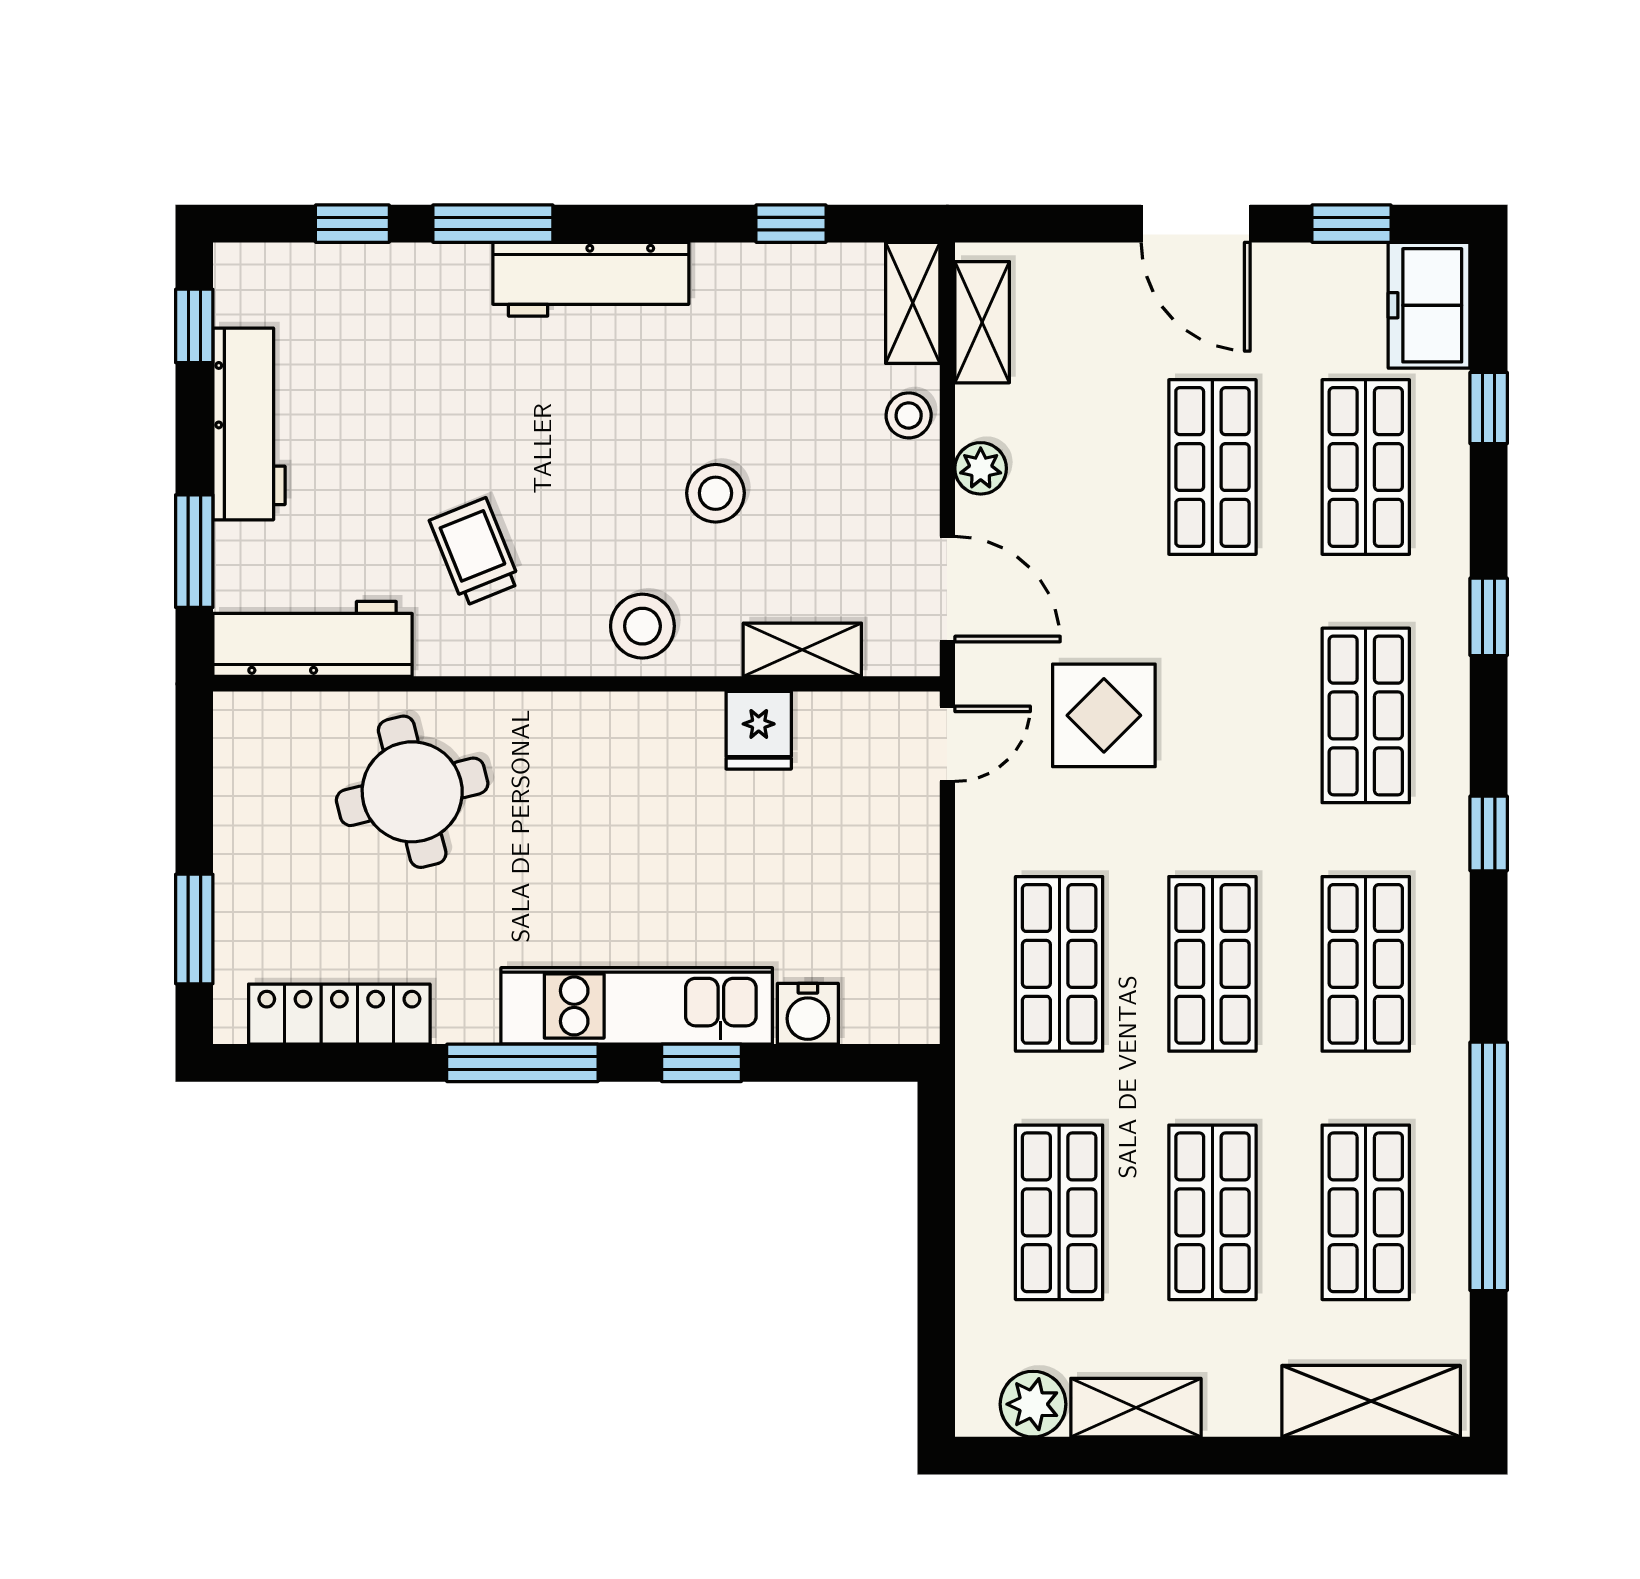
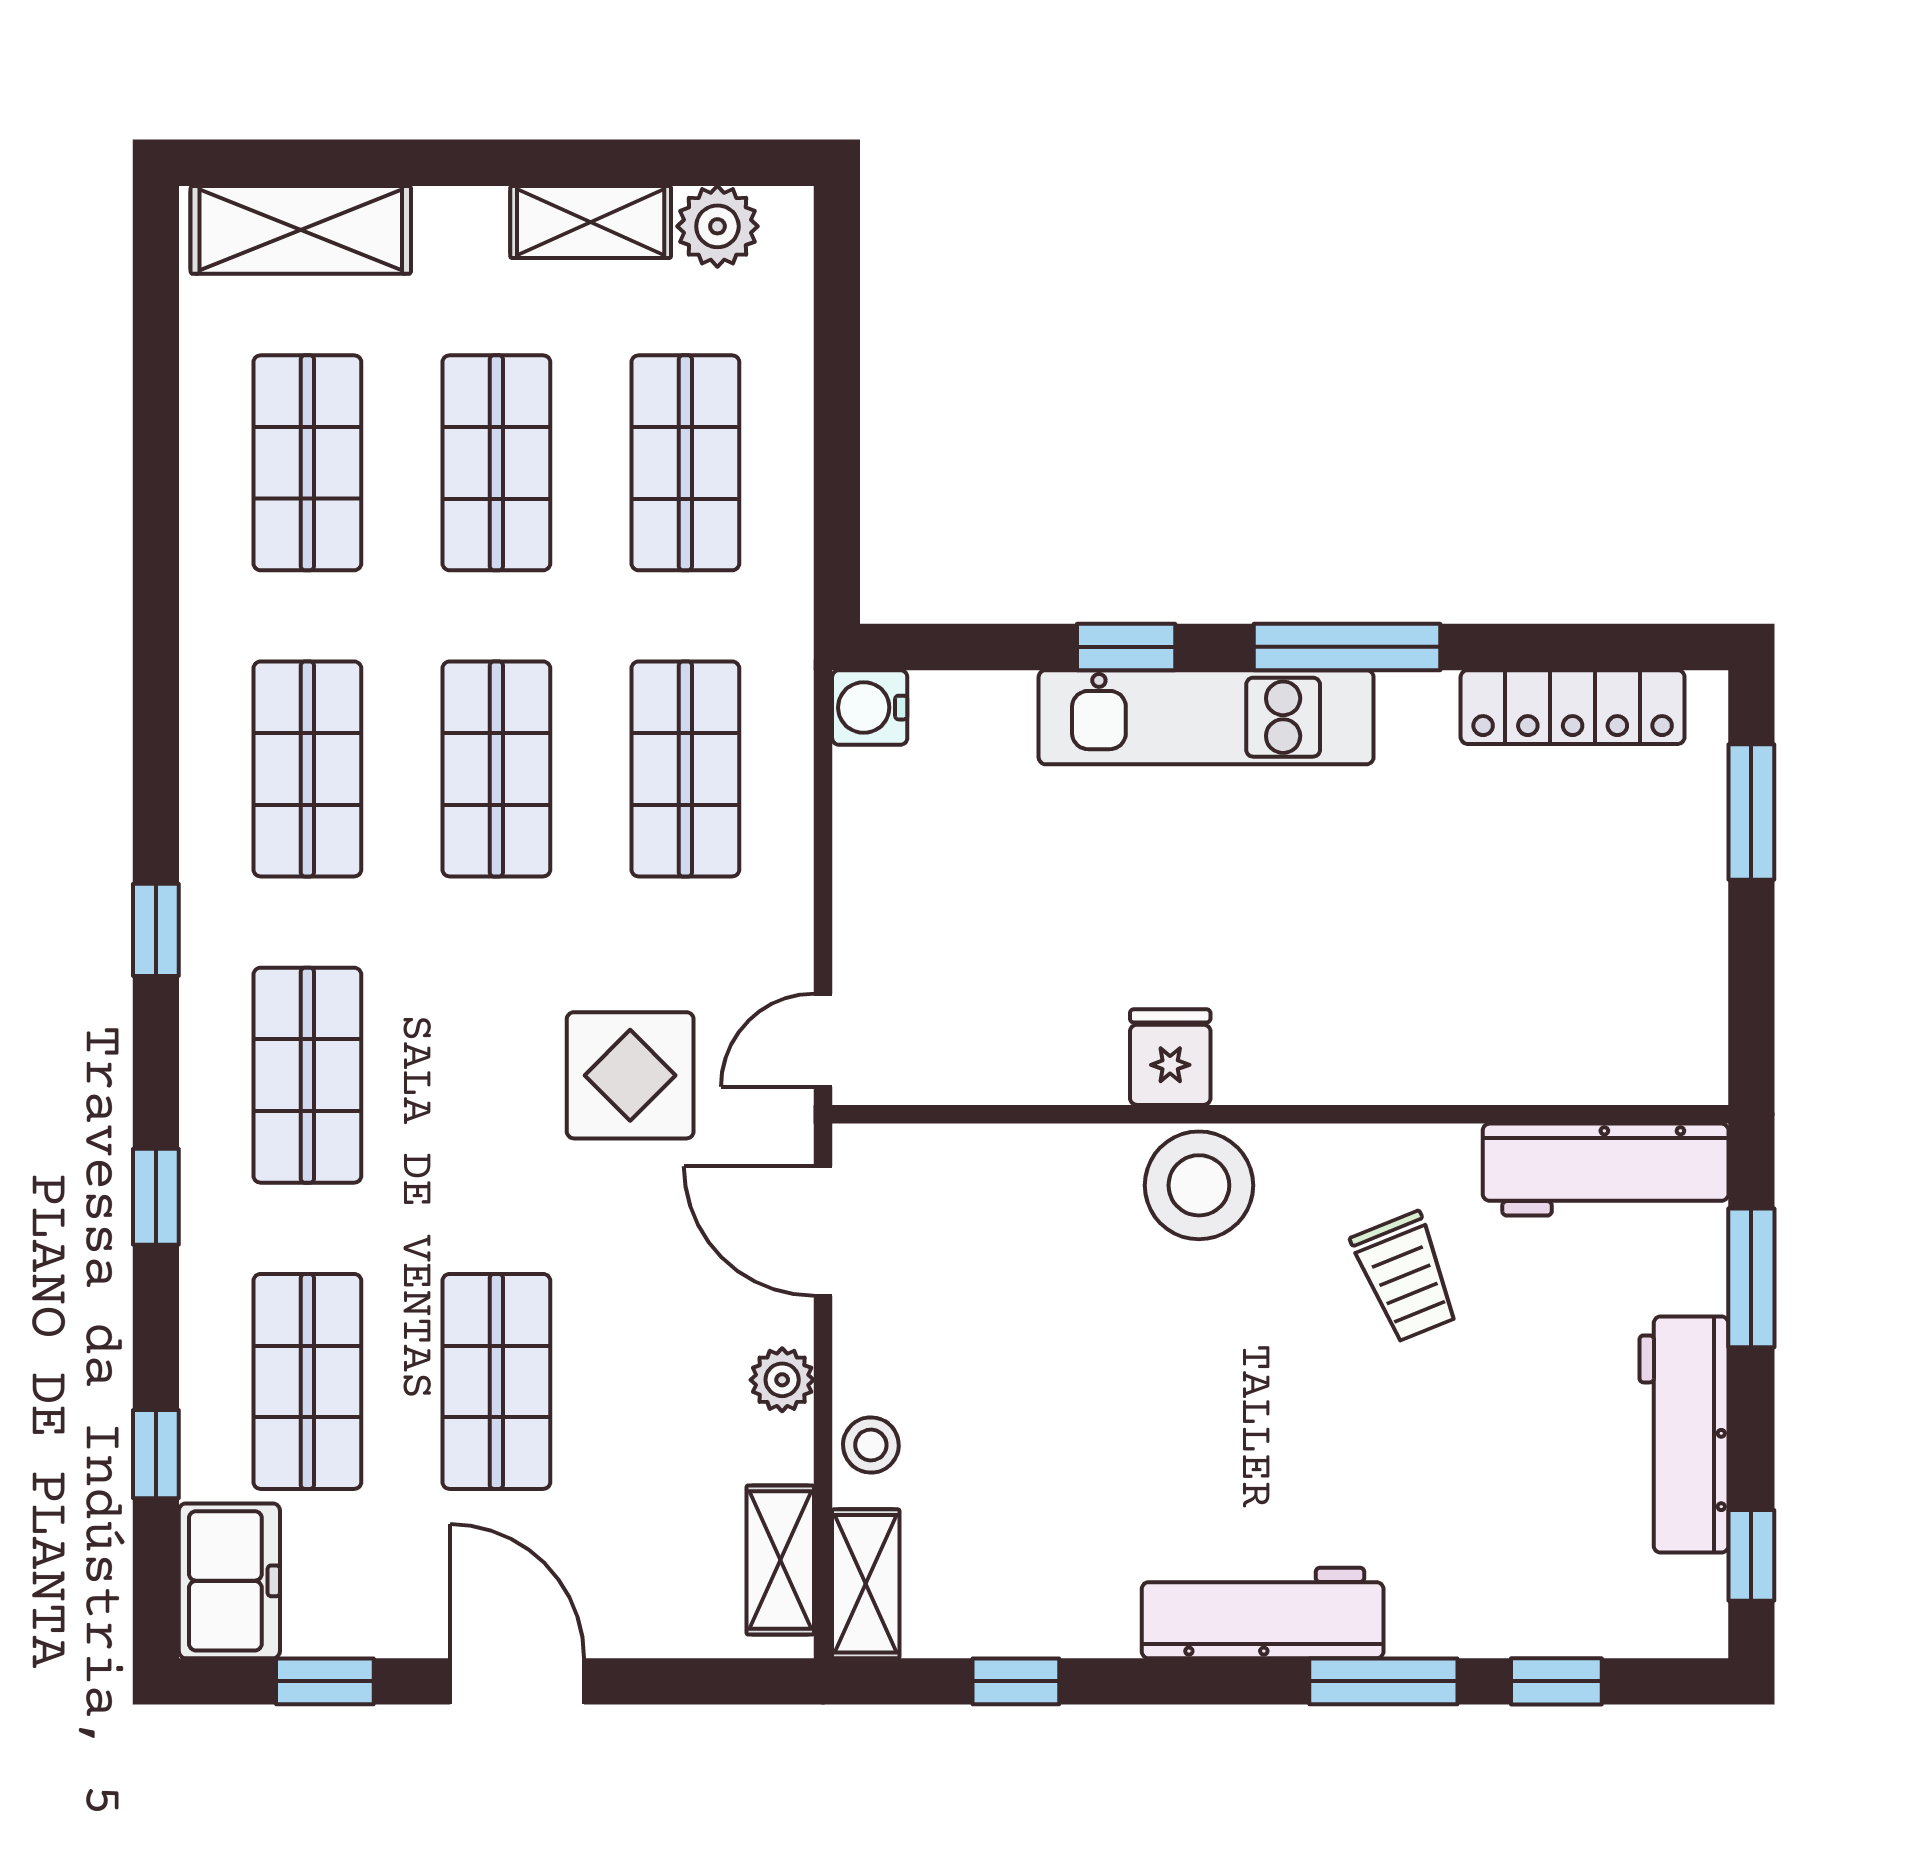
stool: (716, 493) -> (1109, 1349), removed
stool: (642, 626) -> (1199, 1185), width x1.38, depth x1.38
shelving: (802, 650) -> (1002, 1156), removed
fridge: (759, 730) -> (1170, 1057), moved
round table: (412, 792) -> (1483, 981), removed
water cooler: (808, 1014) -> (870, 708), moved, turned -90
window: (1489, 1166) -> (156, 519), removed

